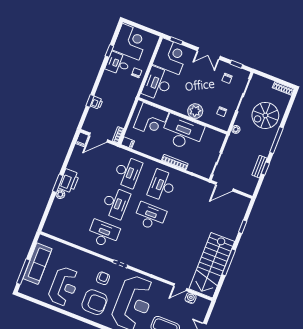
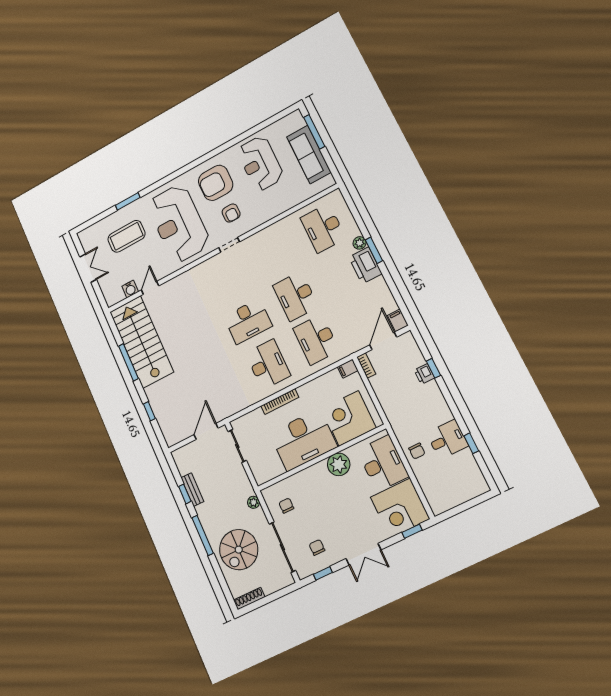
corner desk: (131, 42) -> (459, 478), removed
double door: (209, 53) -> (363, 554), swing flipped
plant: (195, 111) -> (339, 464), moved
spiral stairs: (265, 115) -> (239, 550), turned 180
desk: (103, 234) -> (323, 228), moved, turned 90

